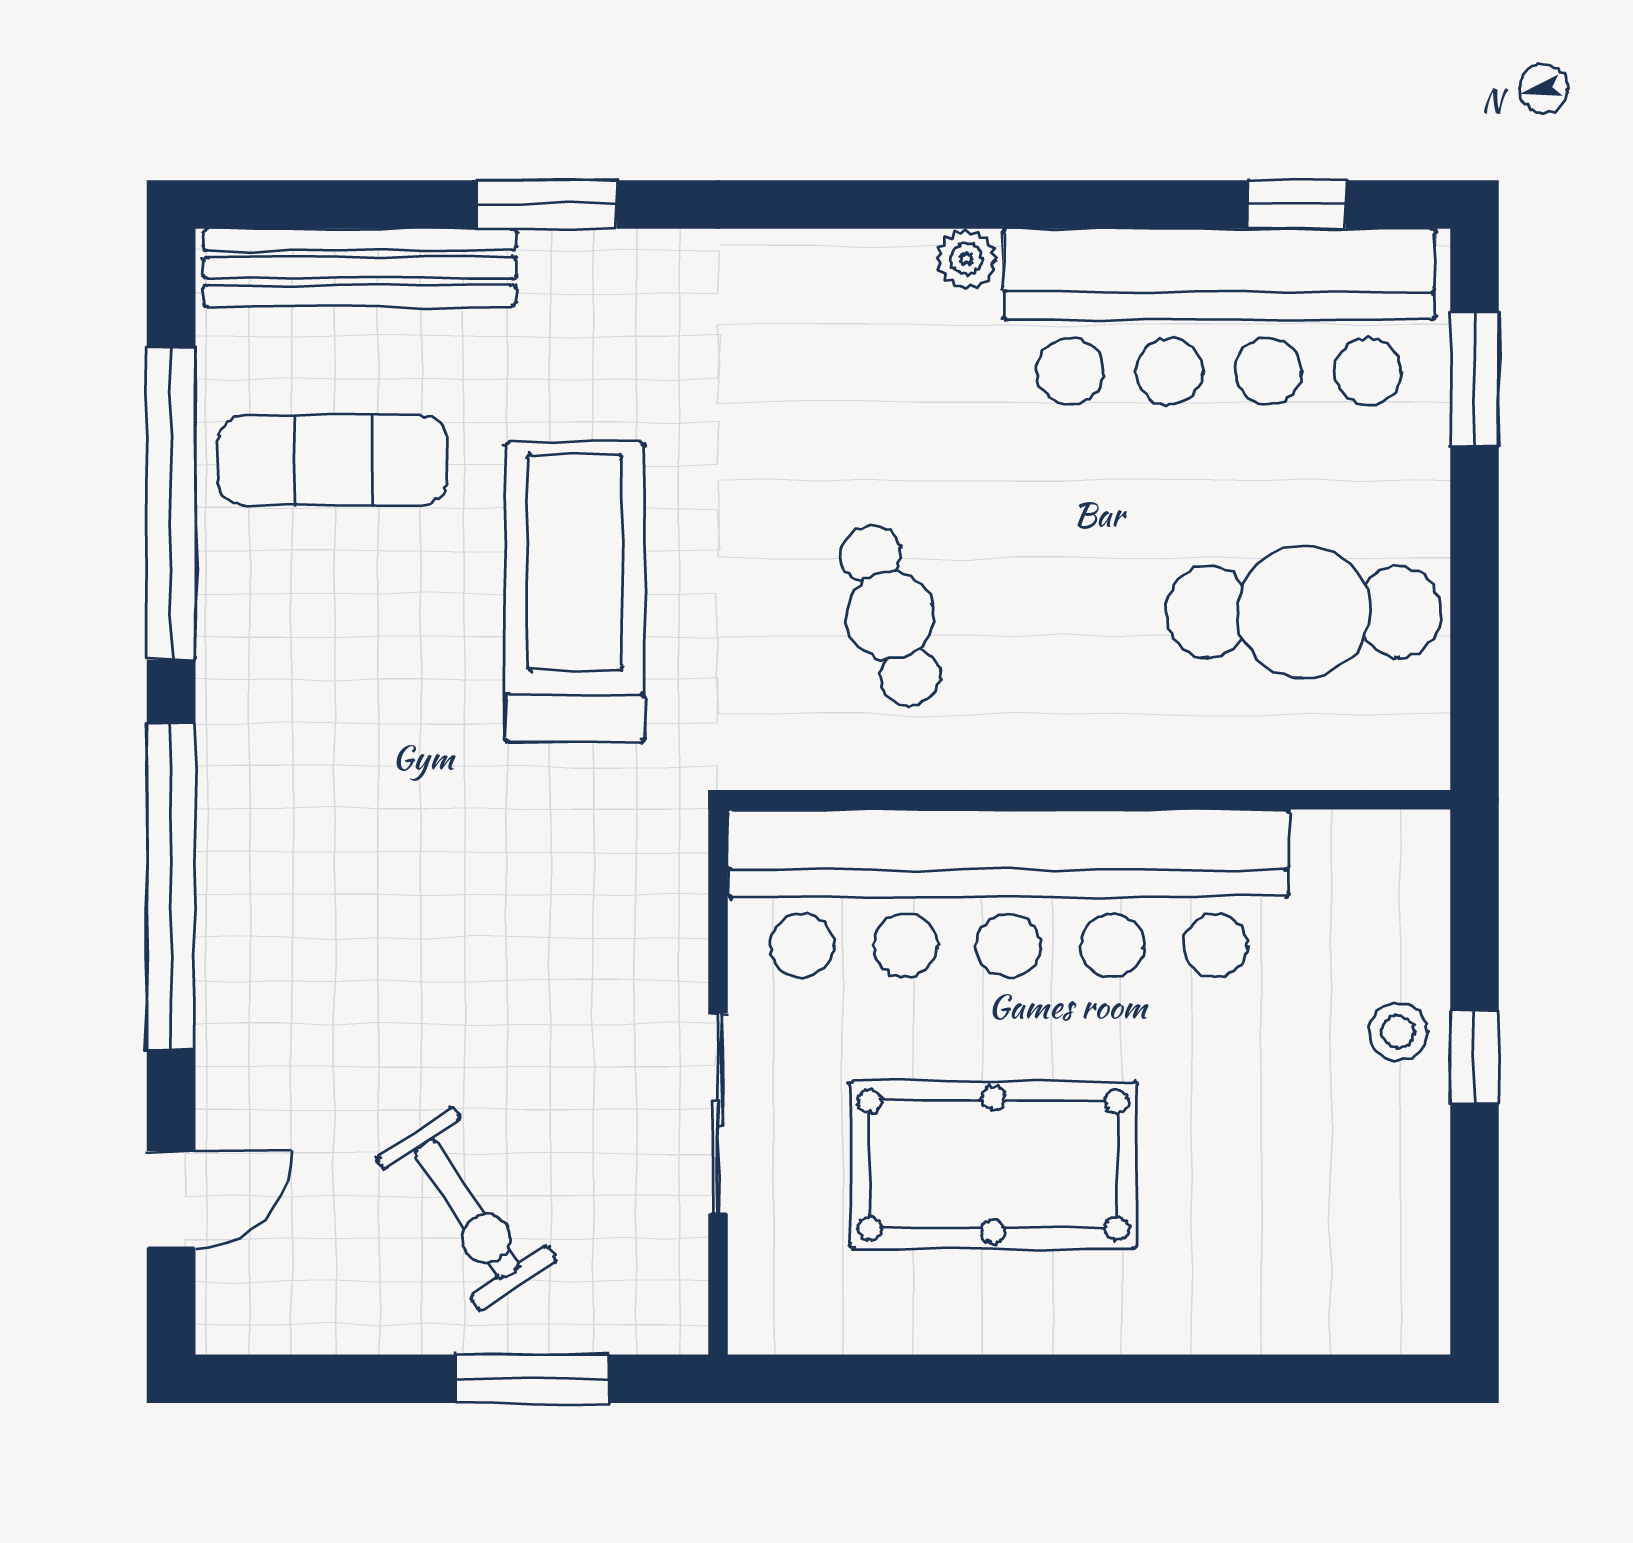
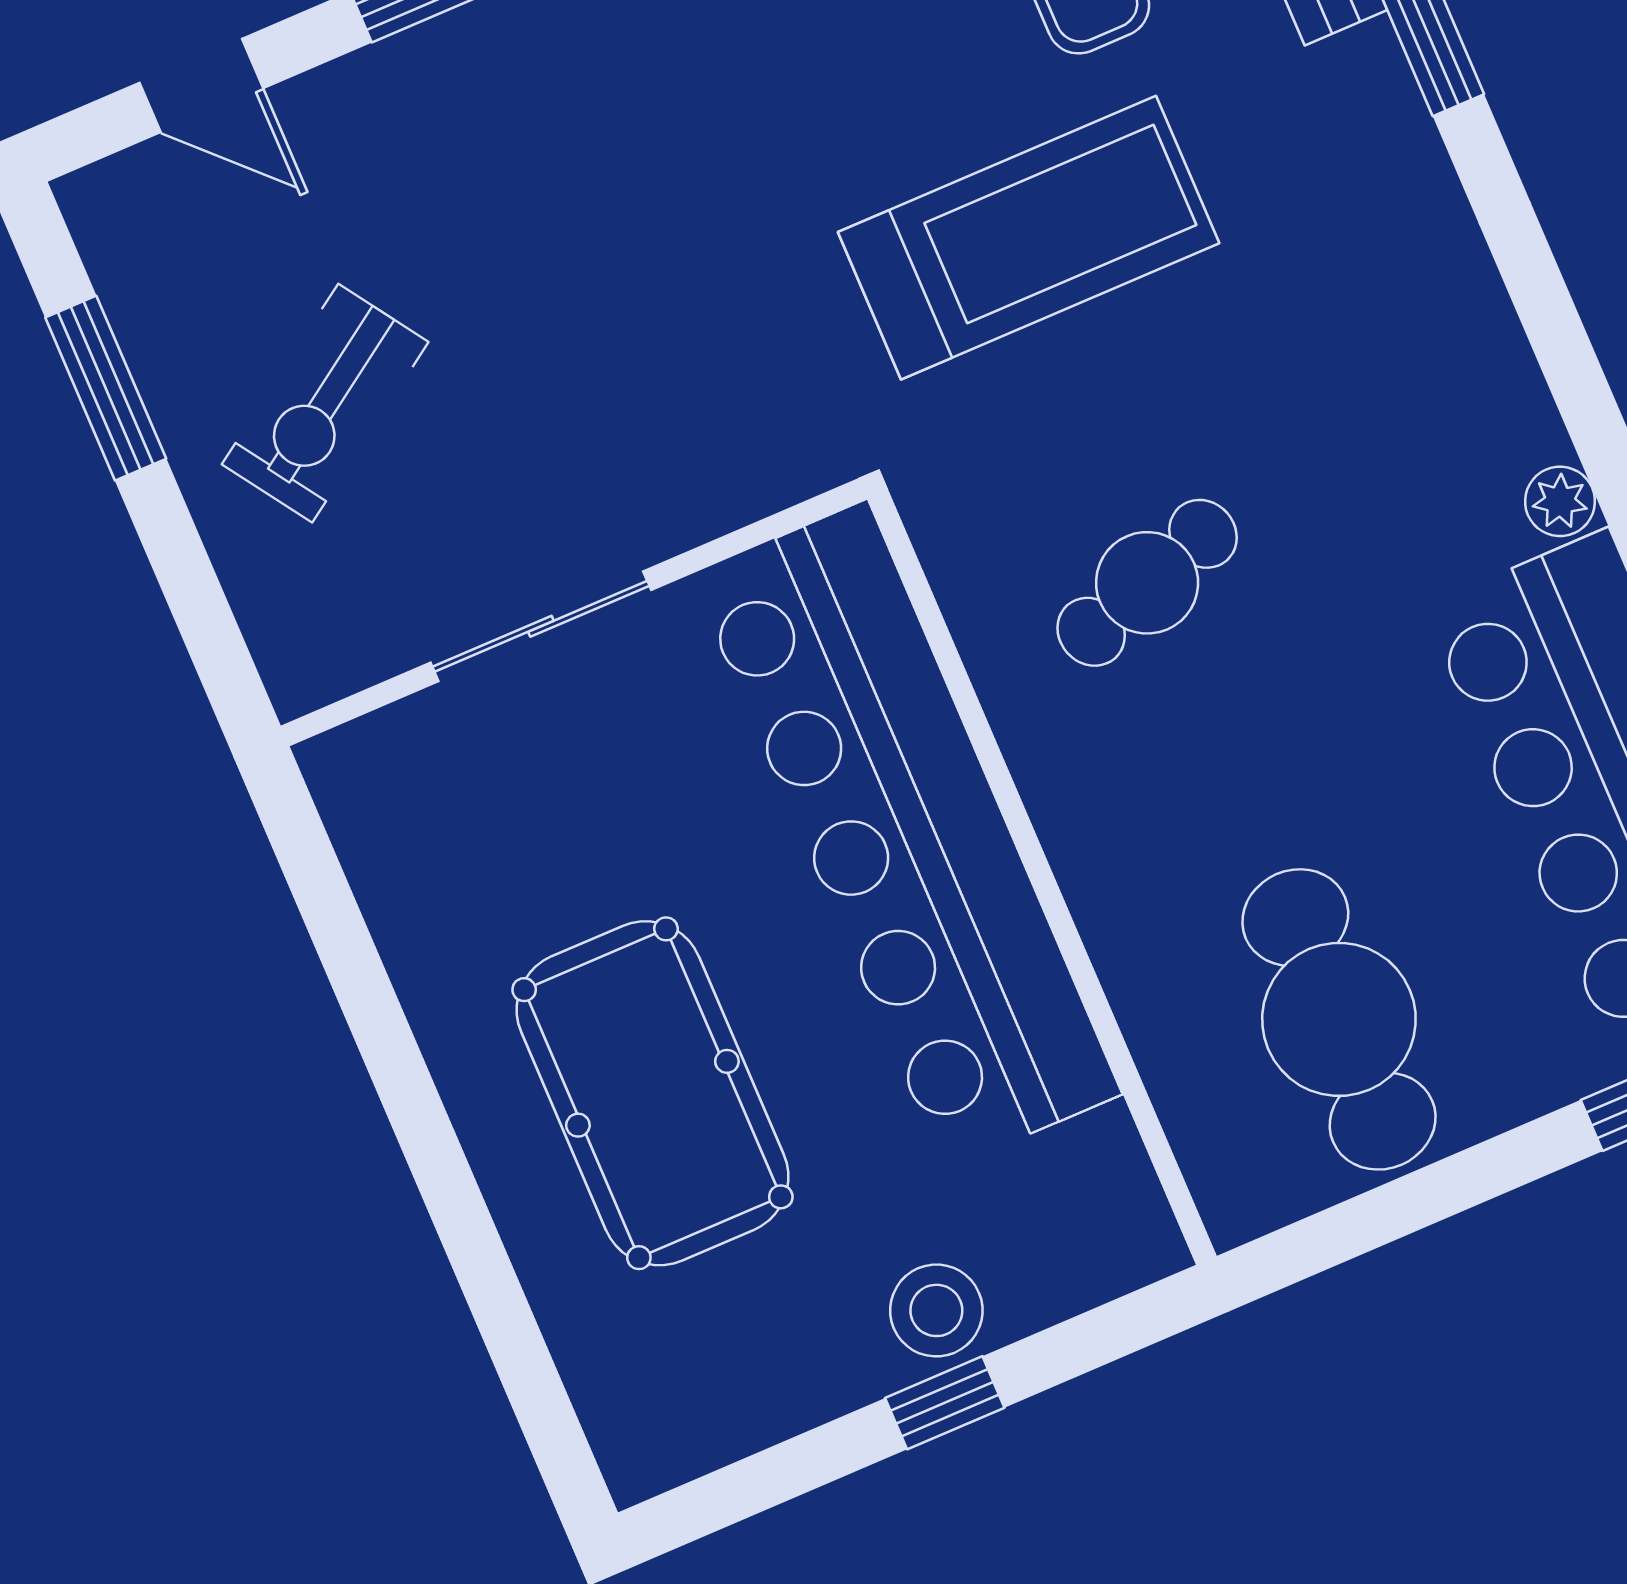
stool: (1398, 1032) -> (936, 1310), width x1.37, depth x1.37
pool table: (993, 1165) -> (652, 1093), moved
window: (532, 1379) -> (106, 388), moved

